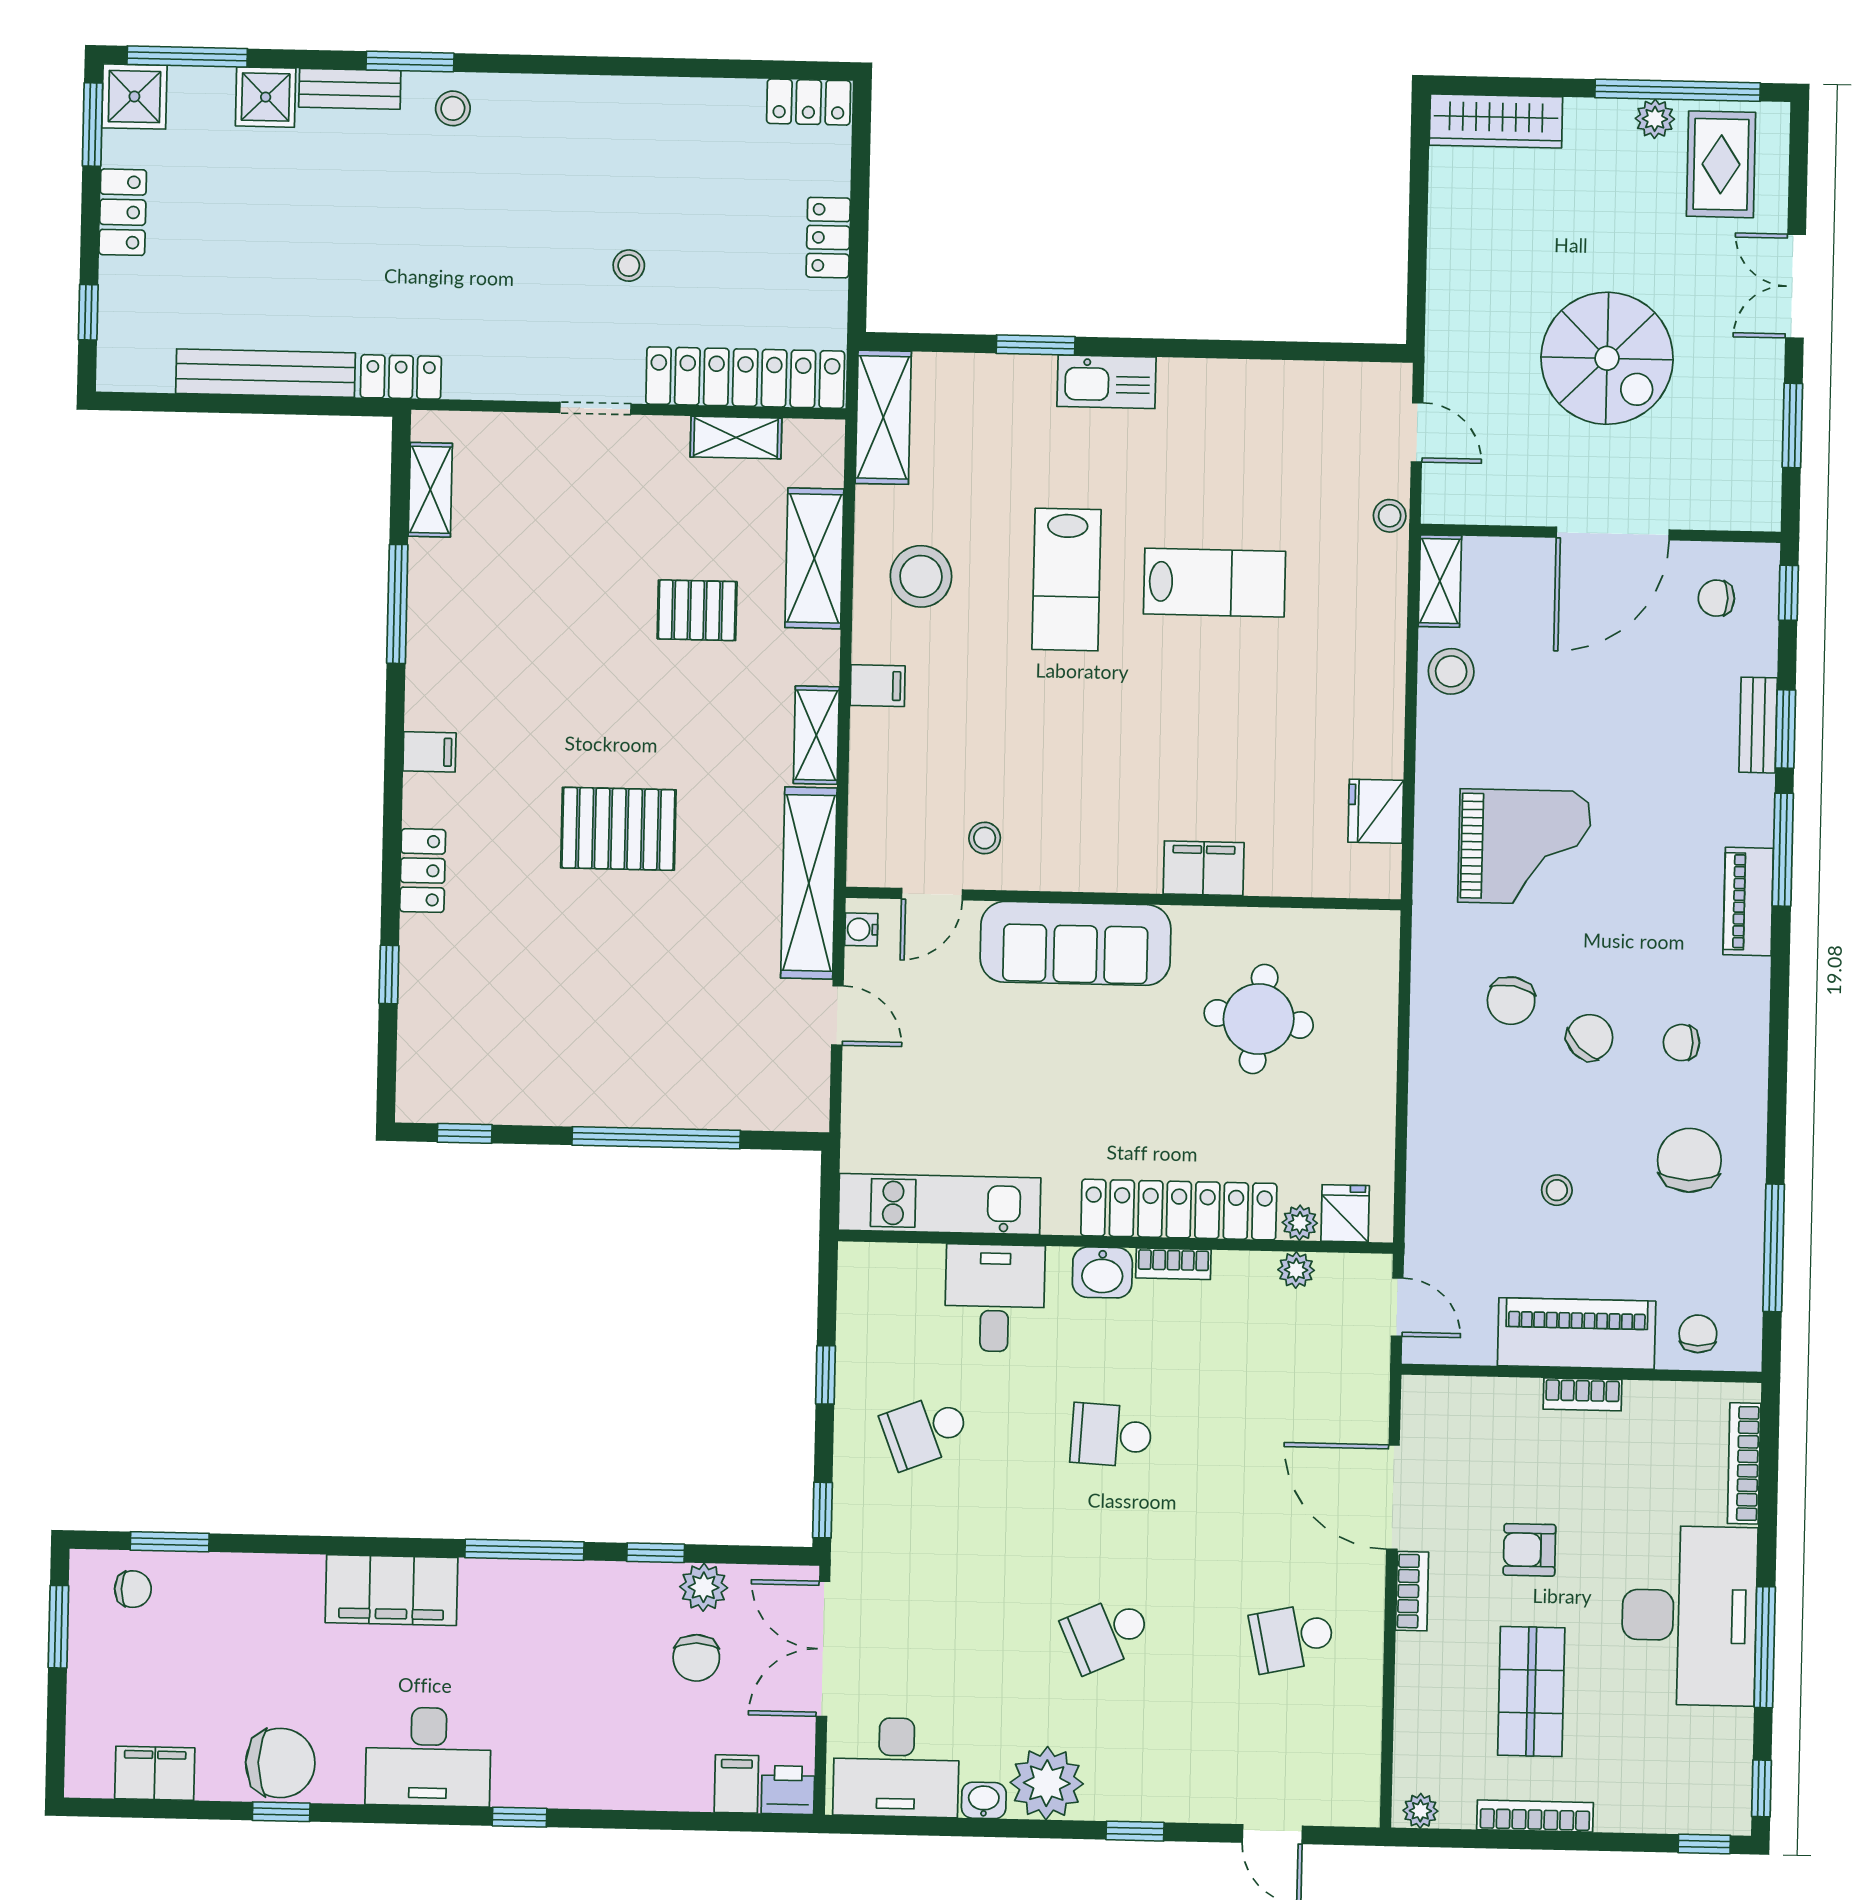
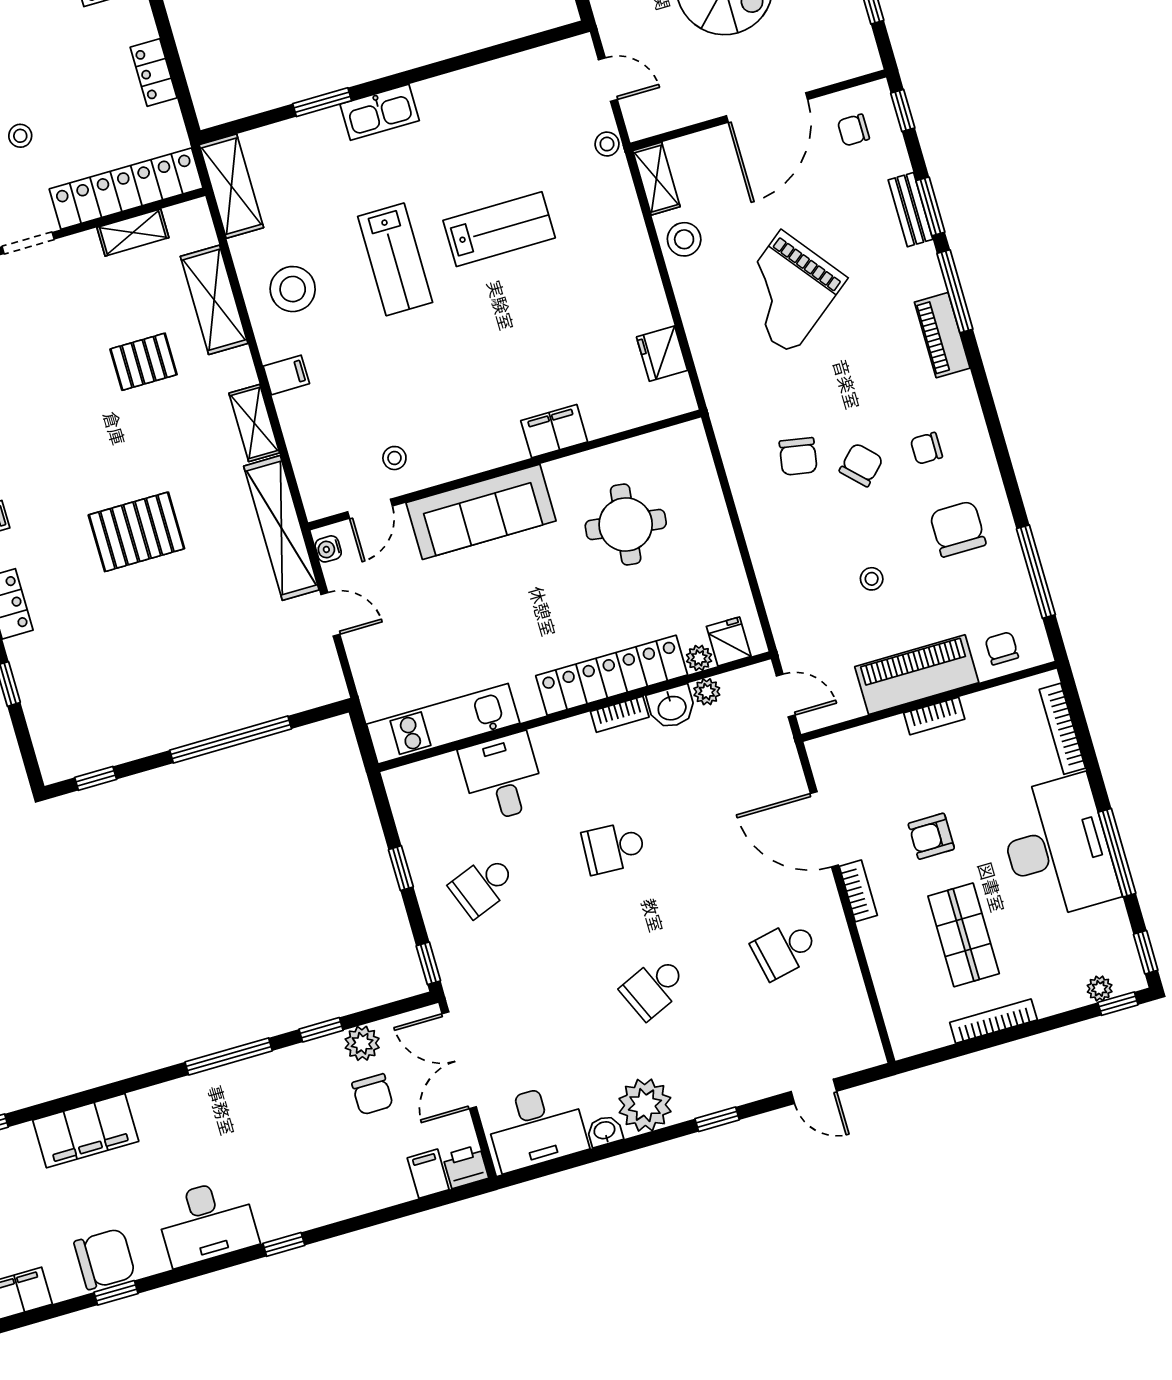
grand piano: (1524, 847) -> (787, 292), moved, turned 142
washbasin: (1102, 1272) -> (672, 707), moved
filing cabinet: (392, 1590) -> (86, 1131), moved
plant: (1420, 1811) -> (1100, 988), moved

